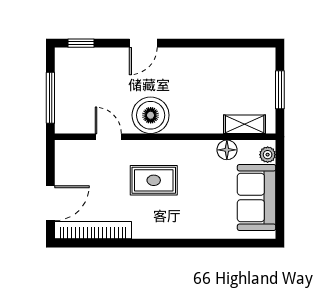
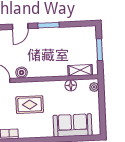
window: (193, 43) -> (48, 25), added
boiler: (151, 115) -> (22, 73), width x0.54, depth x0.54
sofa: (257, 197) -> (73, 125), moved, turned 90

